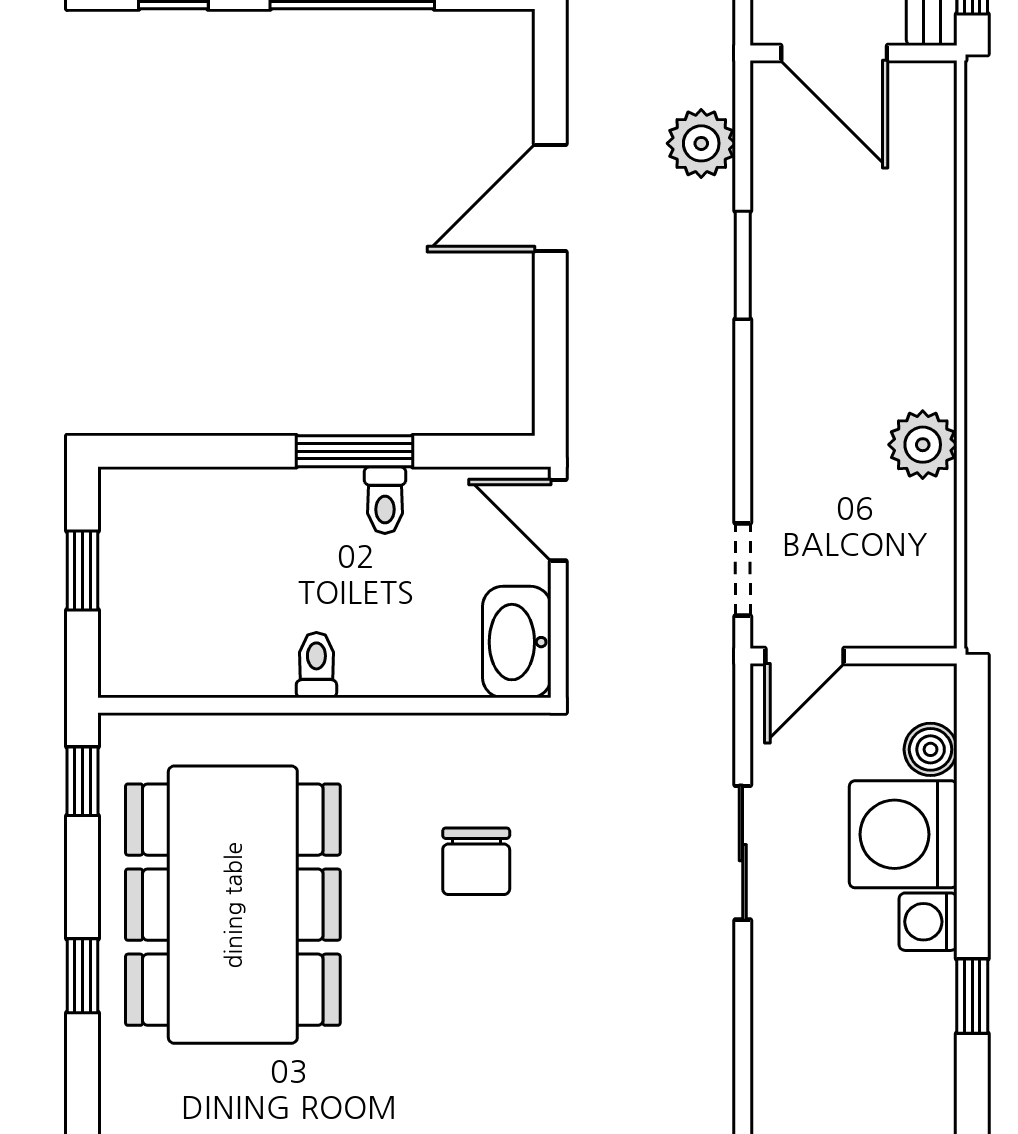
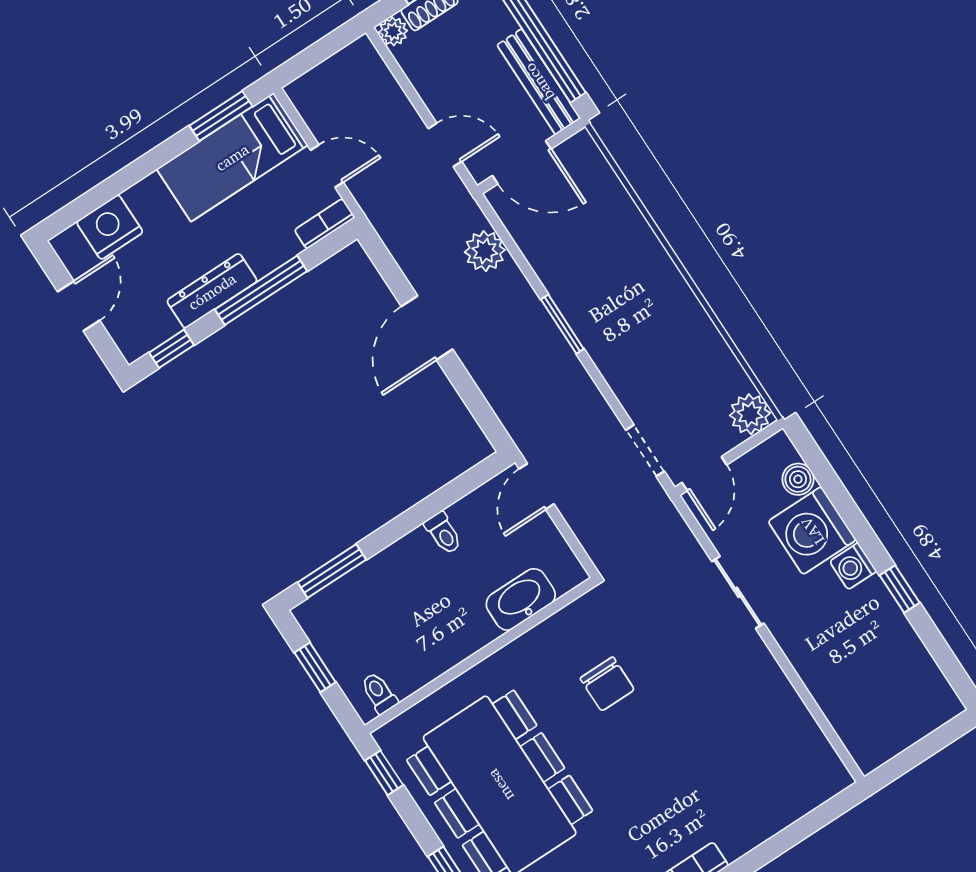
window: (743, 265) -> (562, 324), moved
plant: (923, 445) -> (750, 414), moved
window: (354, 451) -> (332, 571), moved
door: (558, 520) -> (537, 486), hinge flipped
washbasin: (517, 642) -> (521, 599), moved, turned 90
toilet: (316, 665) -> (379, 693), moved

